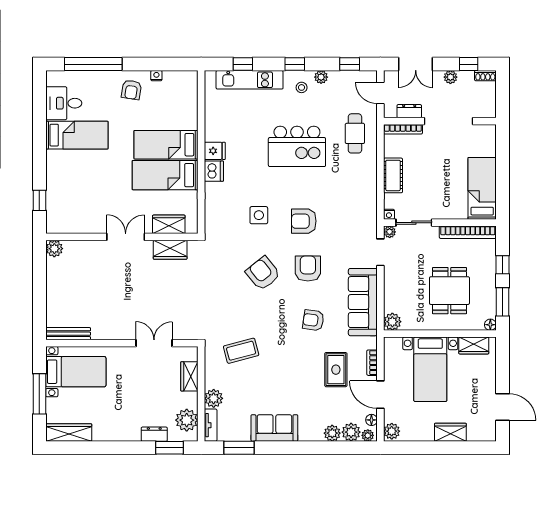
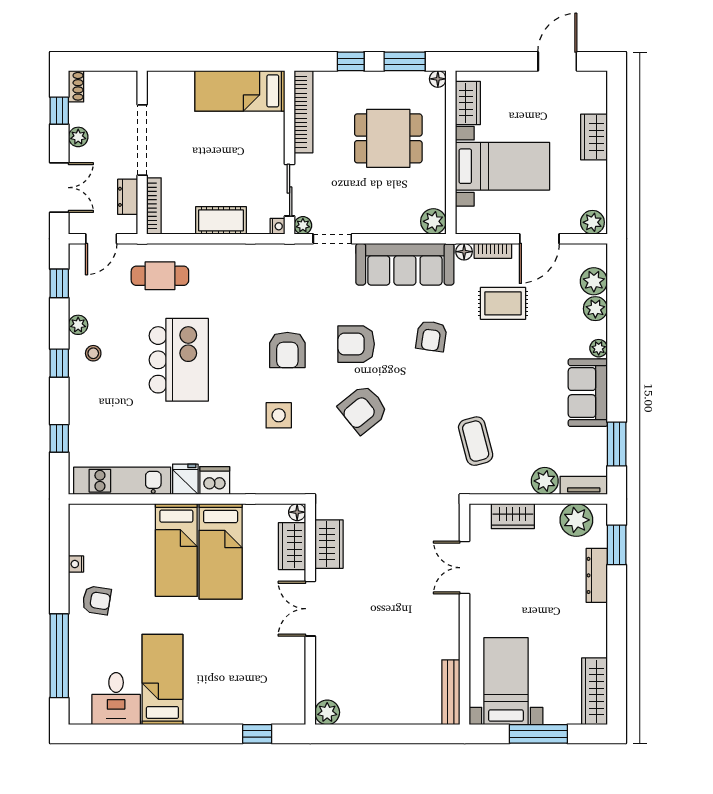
kitchen unit: (250, 80) -> (122, 481), moved, turned -90
floor lamp: (192, 228) -> (297, 512), added
floor lamp: (371, 420) -> (464, 252), moved
dresser: (154, 434) -> (597, 575), width x1.44
plant: (368, 435) -> (599, 348), moved

